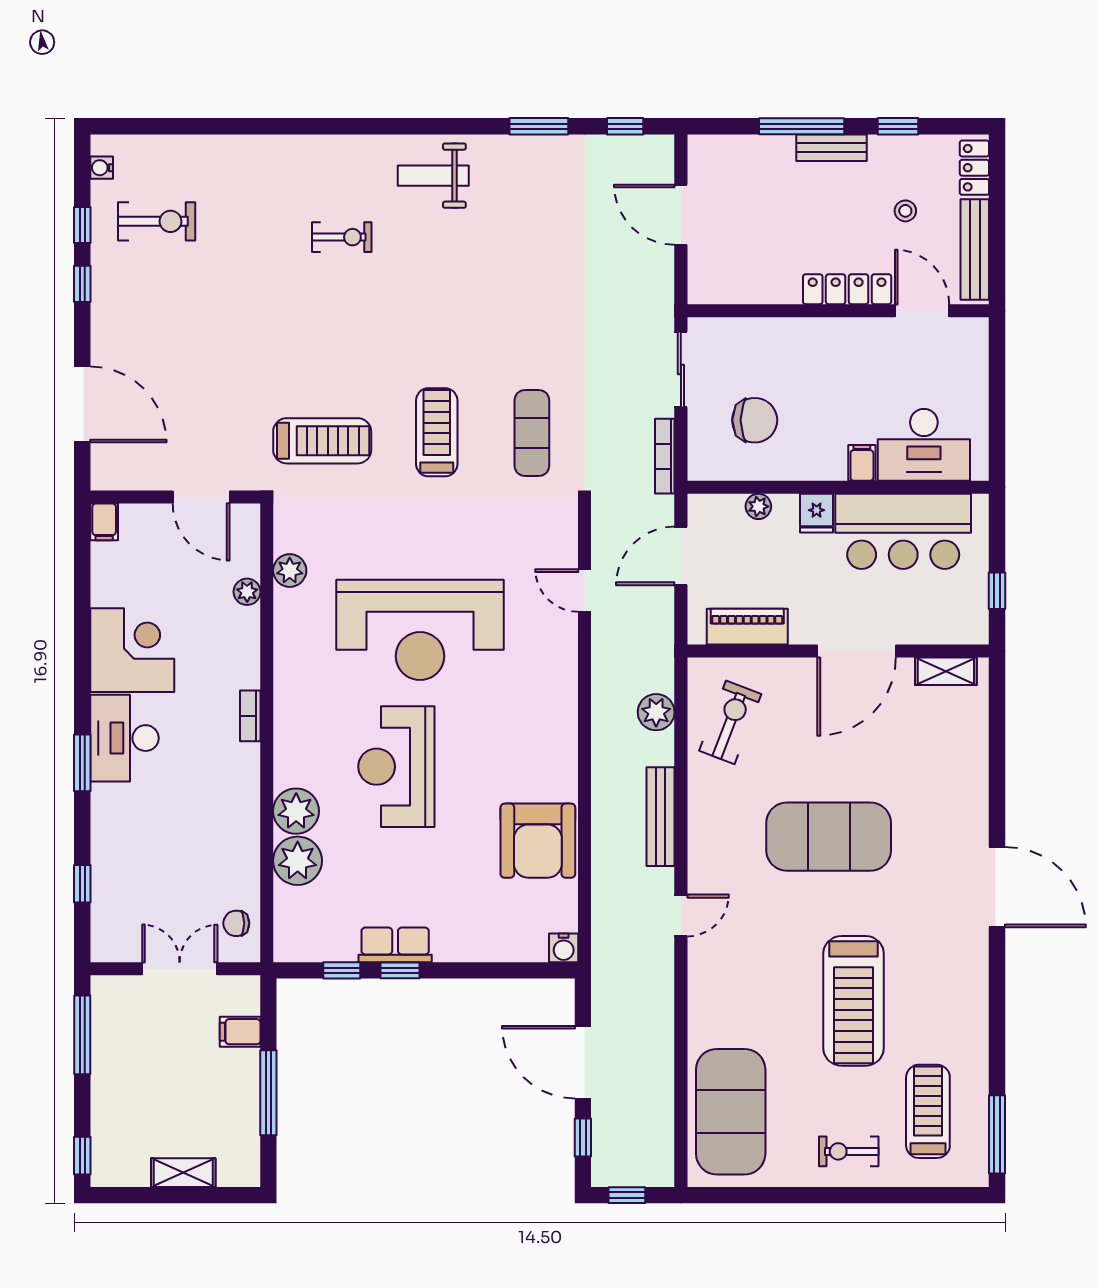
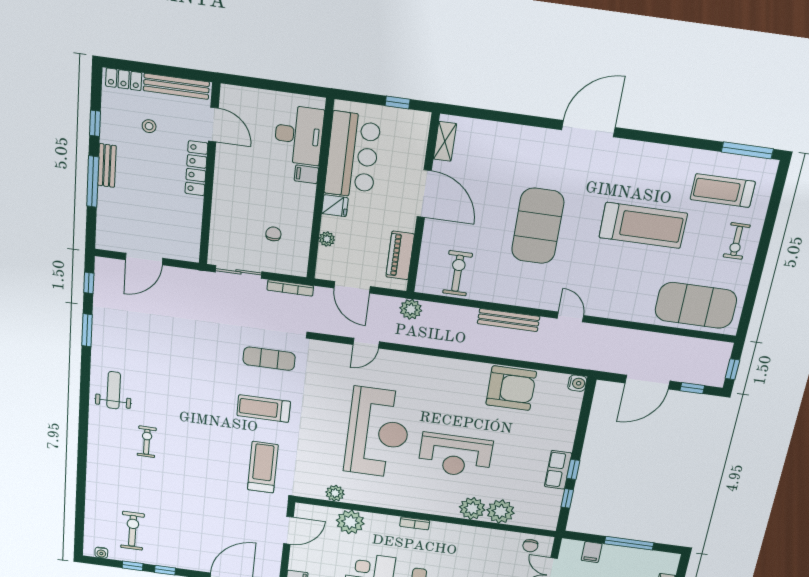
weight bench: (433, 176) -> (114, 390), turned 180
door: (922, 311) -> (213, 125), swing flipped
chair: (755, 420) -> (273, 234), width x0.54, depth x0.54
plant: (247, 592) -> (350, 522), width x1.88, depth x1.88
plant: (656, 712) -> (411, 309), moved
exercise bike: (730, 722) -> (458, 273), turned 69

